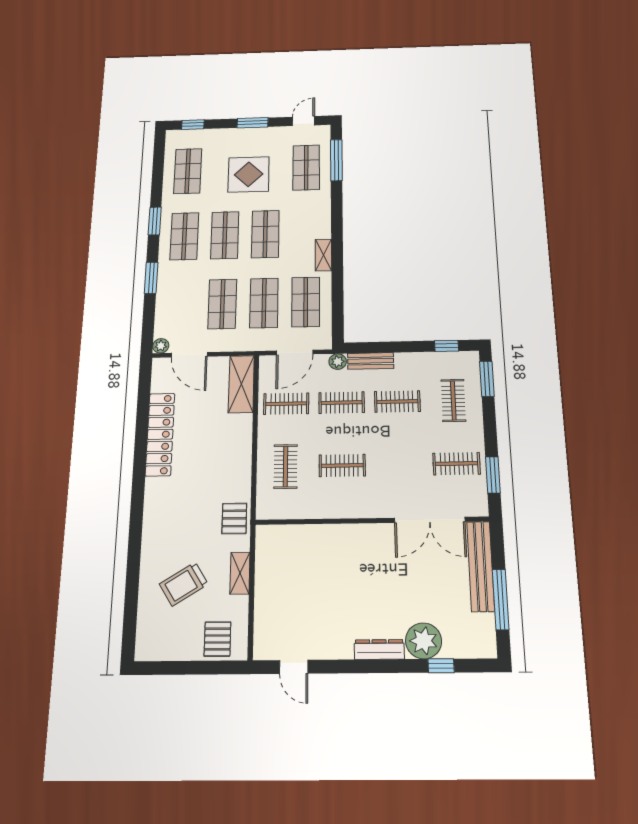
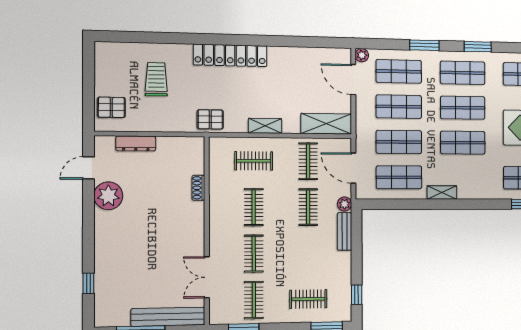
shop shelf: (181, 305) -> (399, 71), added
door: (189, 355) -> (353, 80), hinge flipped
clothes rail: (397, 402) -> (254, 254), moved
locker: (160, 434) -> (230, 55), moved
double door: (430, 520) -> (207, 277), width x0.73
shoe rack: (319, 531) -> (198, 188), added
shelving: (240, 573) -> (265, 126), moved
trolley: (184, 584) -> (156, 79), turned 32
plant: (424, 641) -> (108, 196), moved
dresser: (379, 649) -> (136, 144), moved, turned 90

